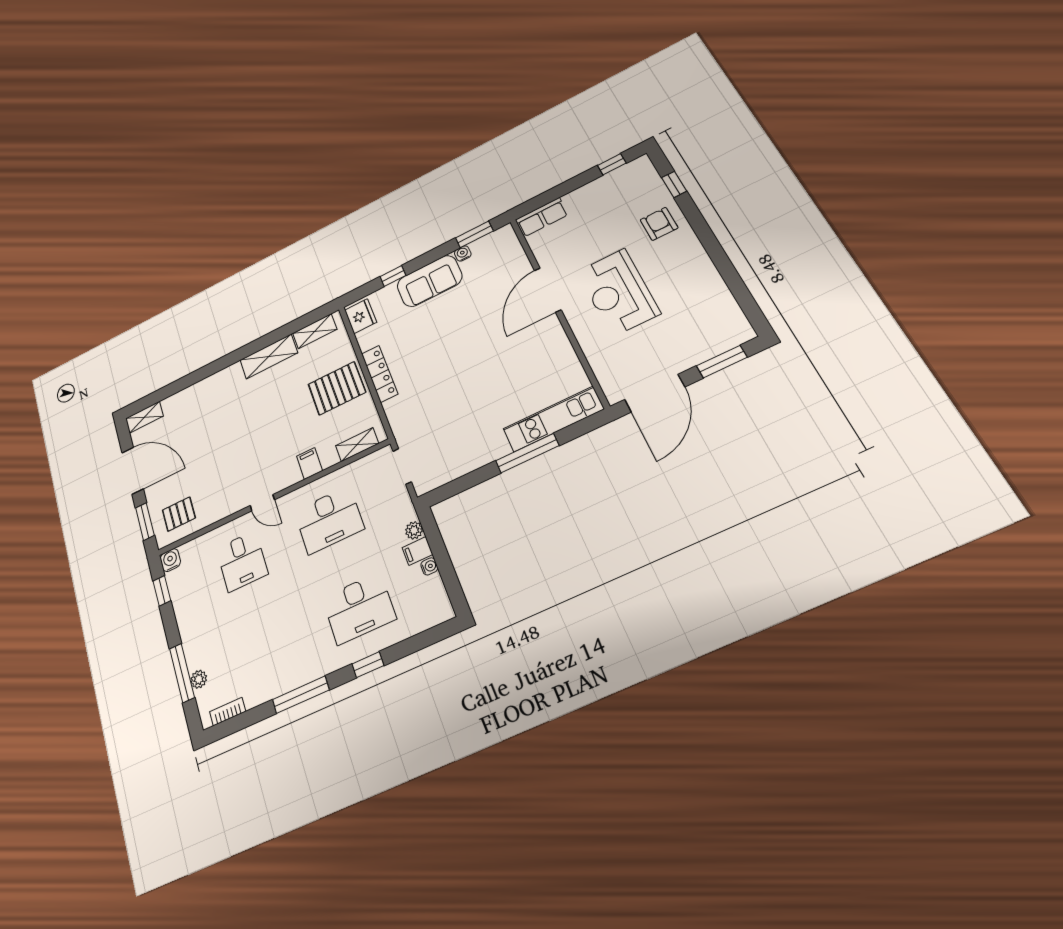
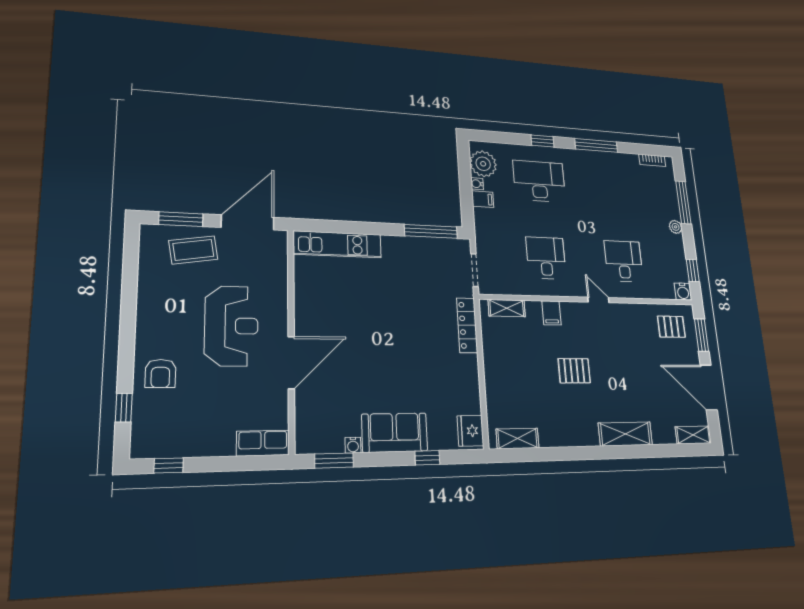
coffee table: (692, 339) -> (193, 250), added
shelving: (269, 356) -> (625, 434), moved
locker: (380, 374) -> (467, 325), moved
pallet: (337, 388) -> (574, 371), moved, width x0.67, depth x0.71
window: (527, 453) -> (431, 231), moved
desk: (329, 520) -> (546, 258), width x0.73
plant: (414, 530) -> (483, 164), moved, width x1.88, depth x1.88
plant: (199, 679) -> (676, 227), moved

